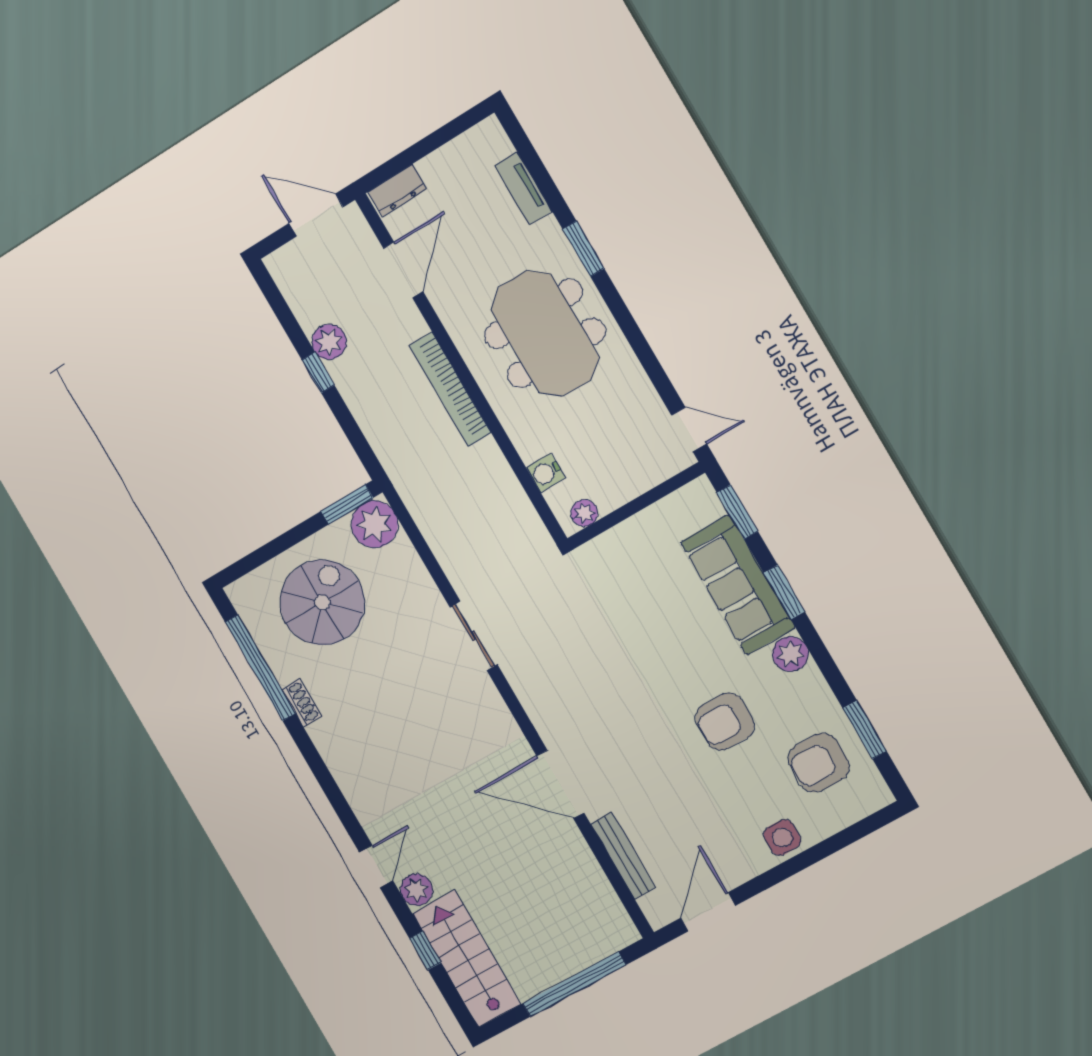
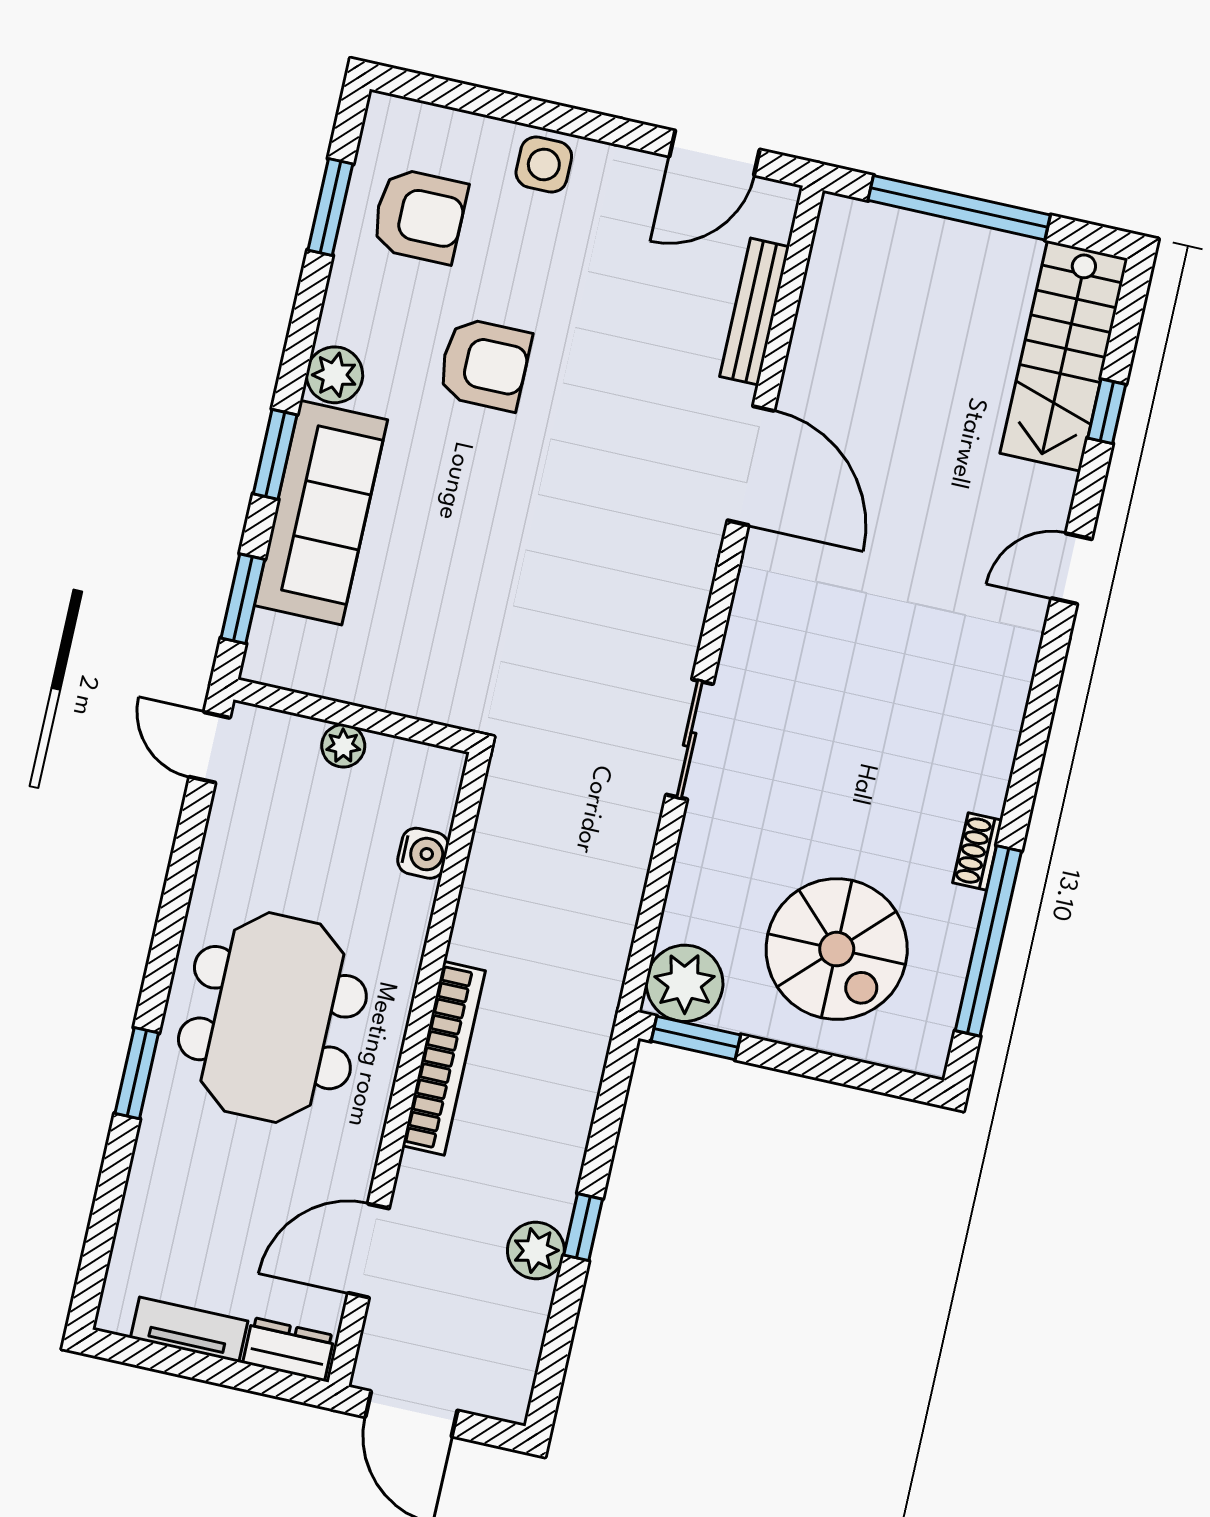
tv unit: (523, 189) -> (189, 1330), moved, turned -90
plant: (584, 513) -> (343, 746), moved
spiral stairs: (322, 602) -> (837, 949), turned -90
plant: (416, 890) -> (1048, 495), removed

